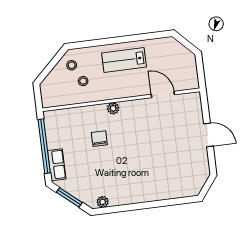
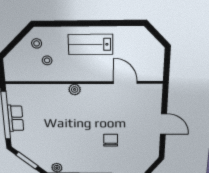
chair: (99, 139) -> (111, 140), moved
row of seats: (57, 165) -> (16, 118), moved

